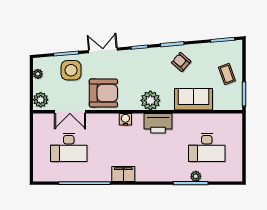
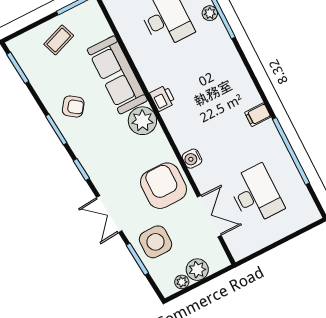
armchair: (181, 62) -> (73, 107), turned -95
sofa: (194, 99) -> (117, 75), width x1.36
plant: (41, 100) -> (197, 270), moved
water cooler: (125, 119) -> (192, 159), moved
printer: (158, 123) -> (162, 98), width x0.53, depth x0.68
filing cabinet: (123, 174) -> (258, 115), width x0.50

